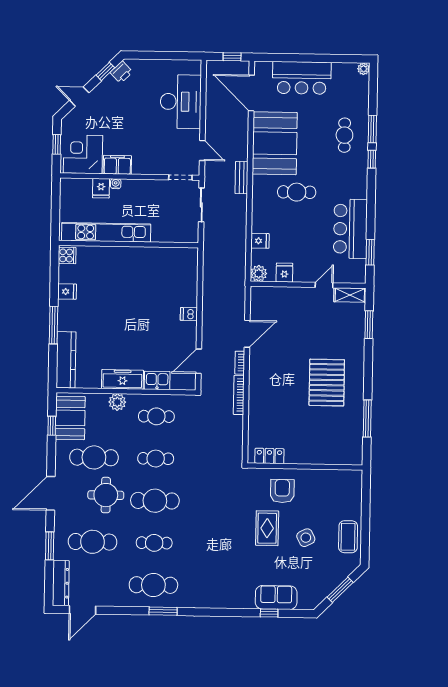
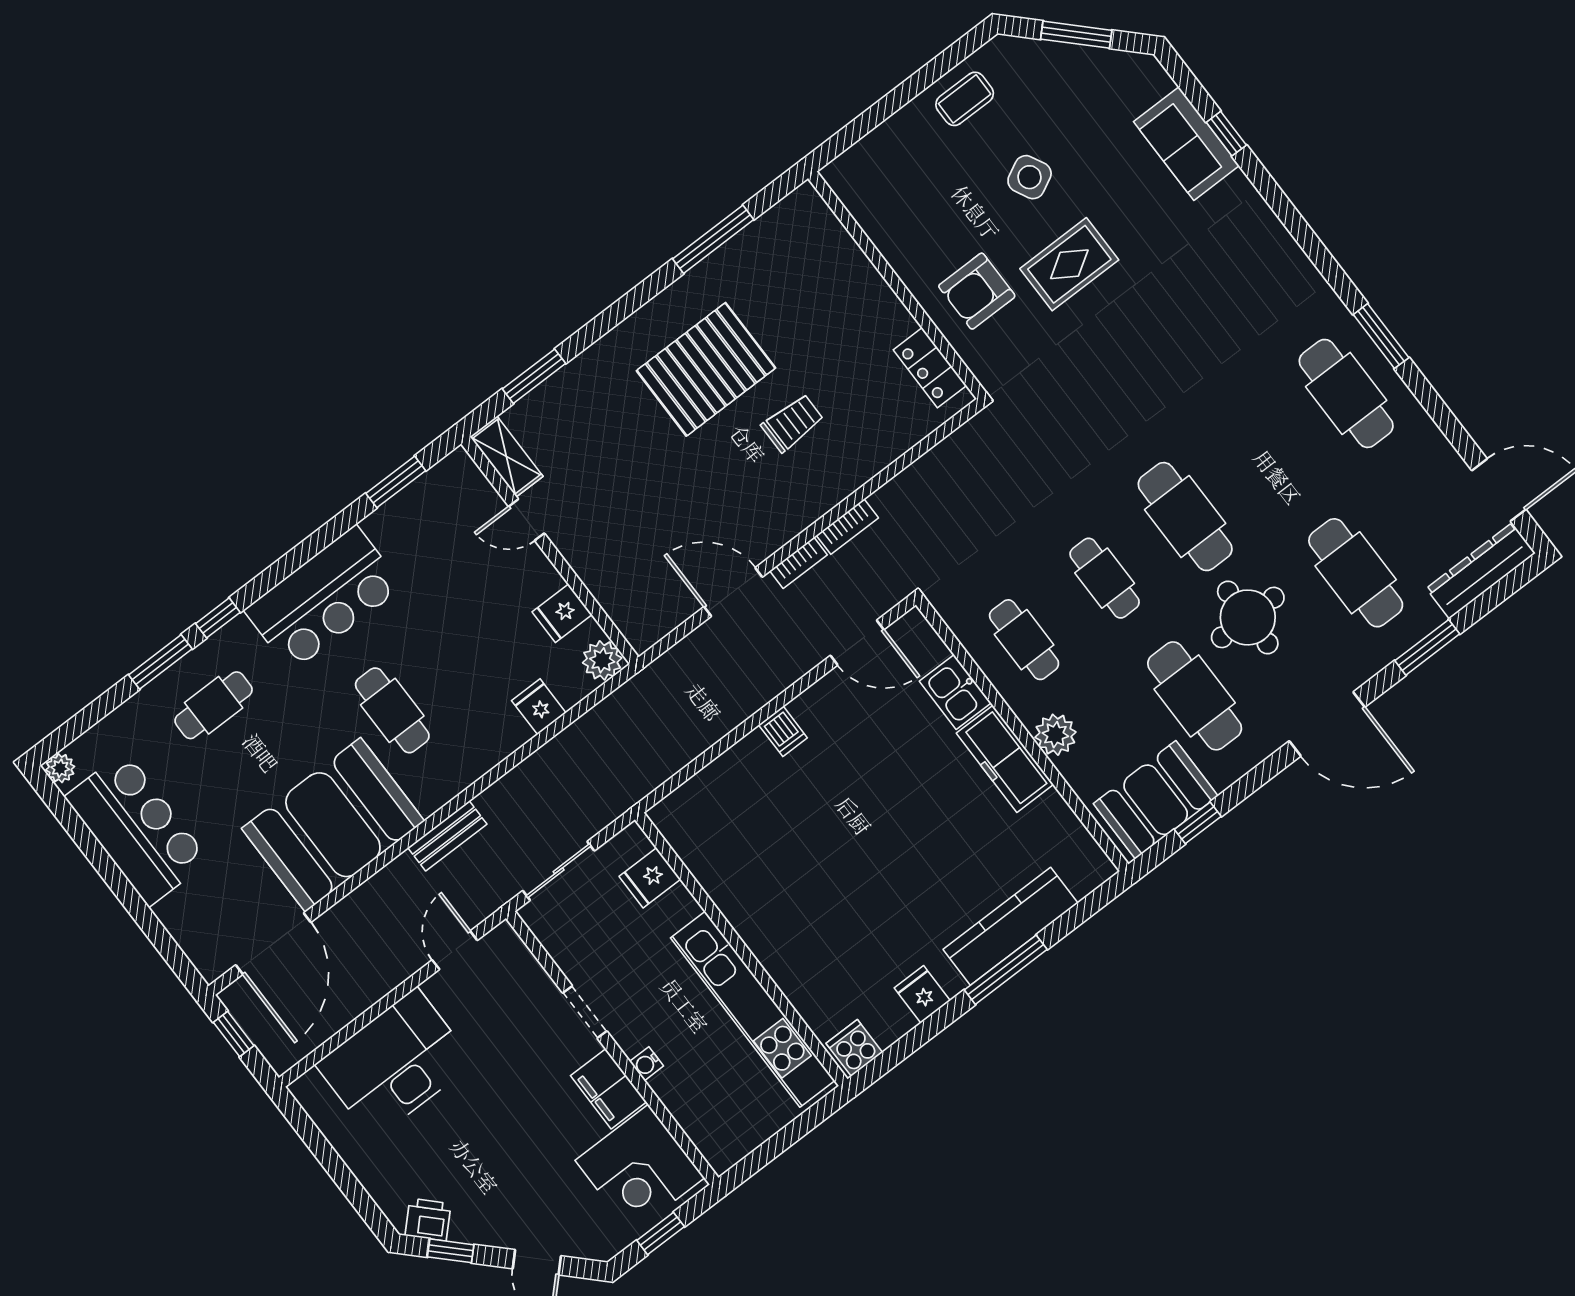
bar counter: (302, 78) -> (137, 829), moved
doorway: (180, 177) -> (585, 1012), moved
fridge: (101, 188) -> (650, 878), moved, turned 180
bar counter: (350, 229) -> (324, 598), moved
kitchen counter: (66, 360) -> (1010, 926), moved
bookcase: (239, 395) -> (847, 527), width x0.64
trolley: (287, 397) -> (792, 423), added
coffee table: (348, 537) -> (965, 99), width x0.73, depth x0.77
cafe table: (154, 543) -> (1266, 455), removed

